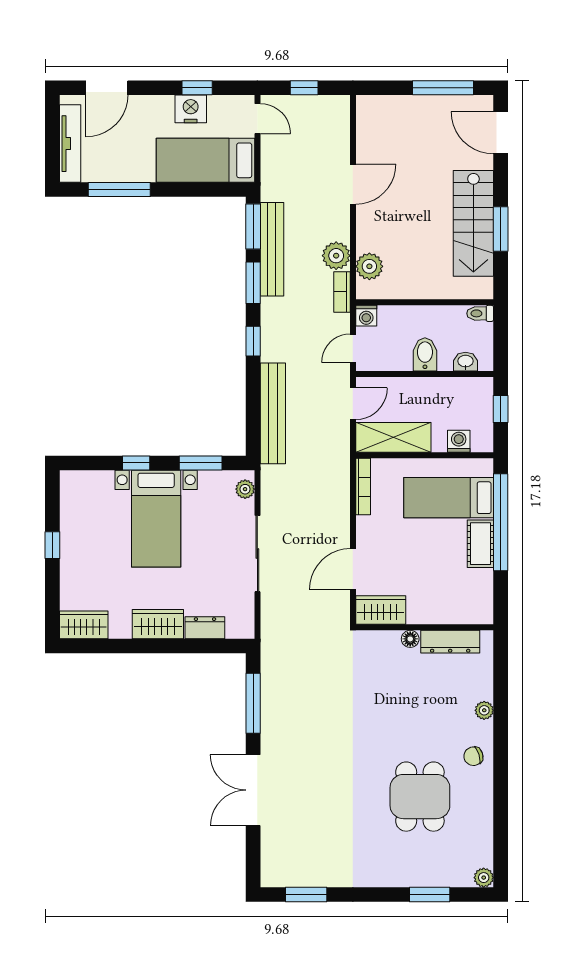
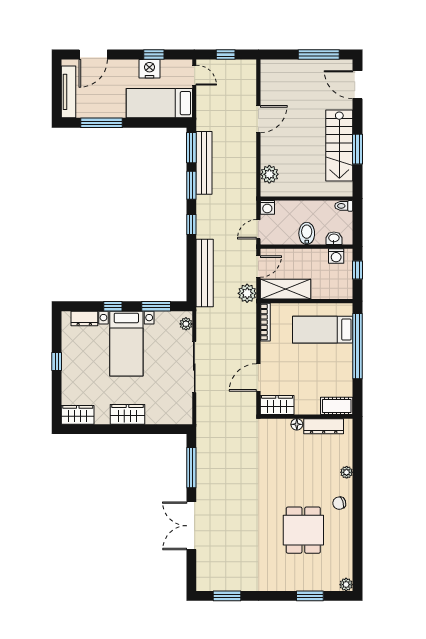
plant: (336, 256) -> (247, 293), moved
bookcase: (342, 292) -> (251, 191), removed
washing machine: (459, 441) -> (336, 256), moved, turned 180
cot: (480, 544) -> (337, 406), moved, turned 90
dresser: (205, 628) -> (84, 319), moved, turned 180

